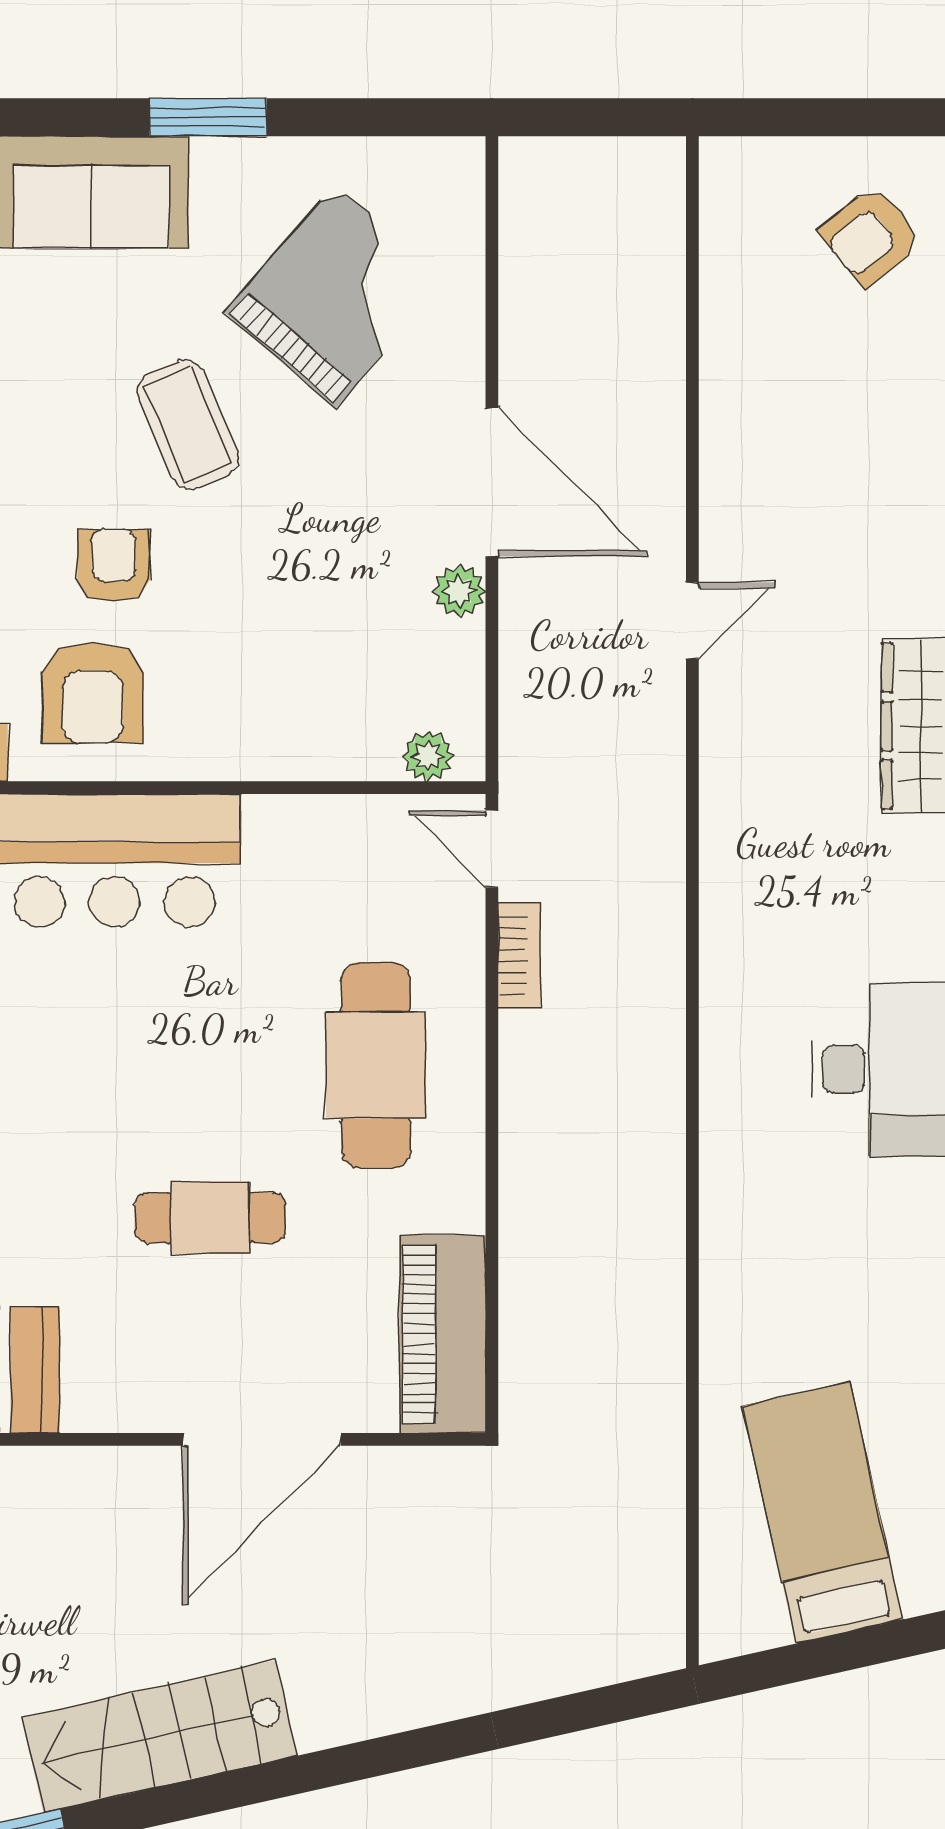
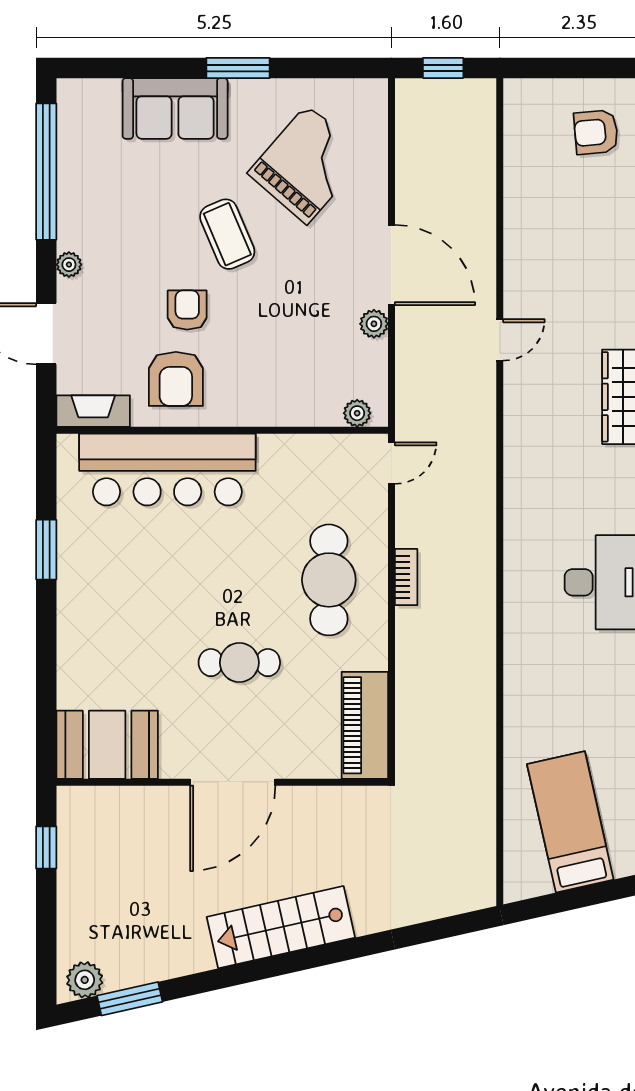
window: (587, 117) -> (443, 68), added
armchair: (870, 236) -> (596, 132), turned 34
door: (492, 849) -> (391, 463), swing flipped
bookcase: (519, 956) -> (406, 577), moved
door: (262, 1439) -> (233, 782), moved
stairs: (159, 1736) -> (281, 927), moved

